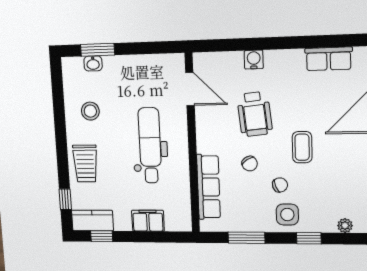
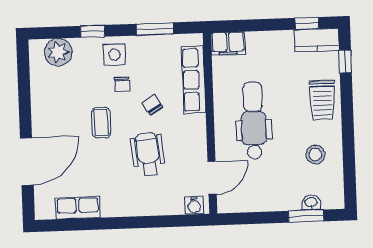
water cooler: (254, 60) -> (194, 205), moved
door: (190, 89) -> (212, 178), swing flipped
dental chair: (150, 145) -> (254, 121), turned 180
trolley: (85, 163) -> (322, 100), turned 180
chair: (280, 185) -> (122, 84), turned -69
filing cabinet: (148, 221) -> (228, 43), moved
plant: (345, 226) -> (58, 52), width x1.87, depth x1.87

